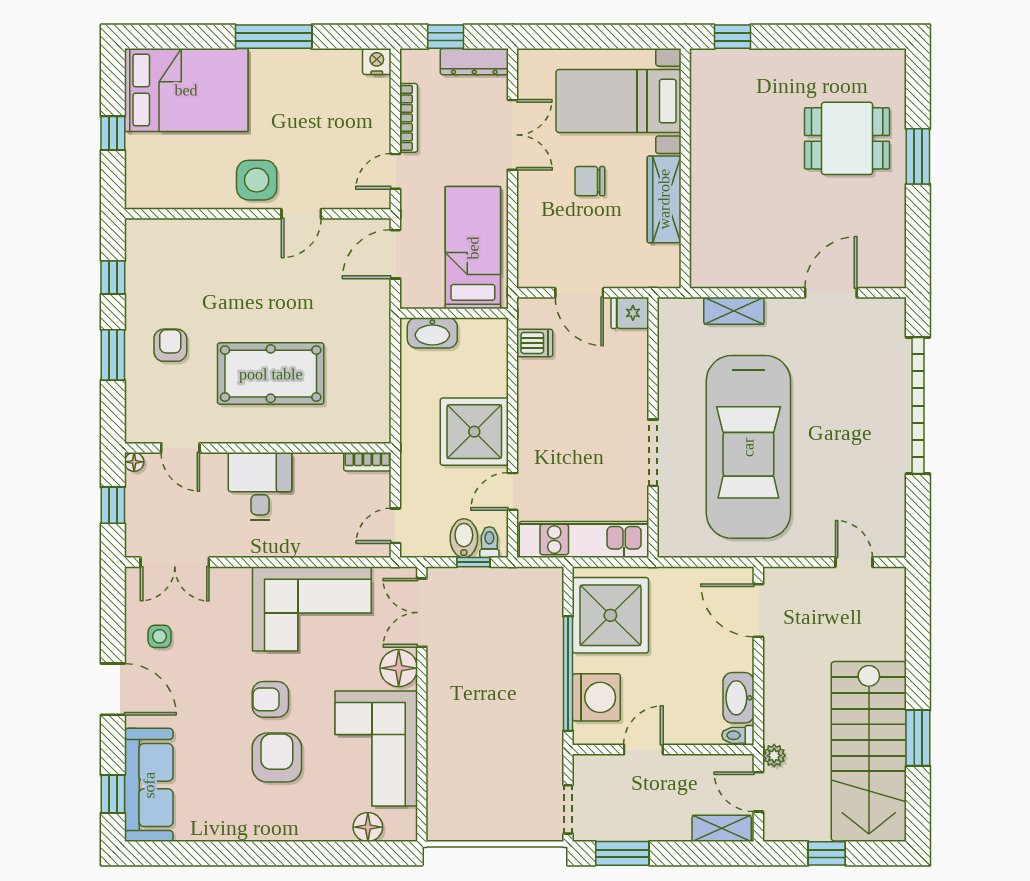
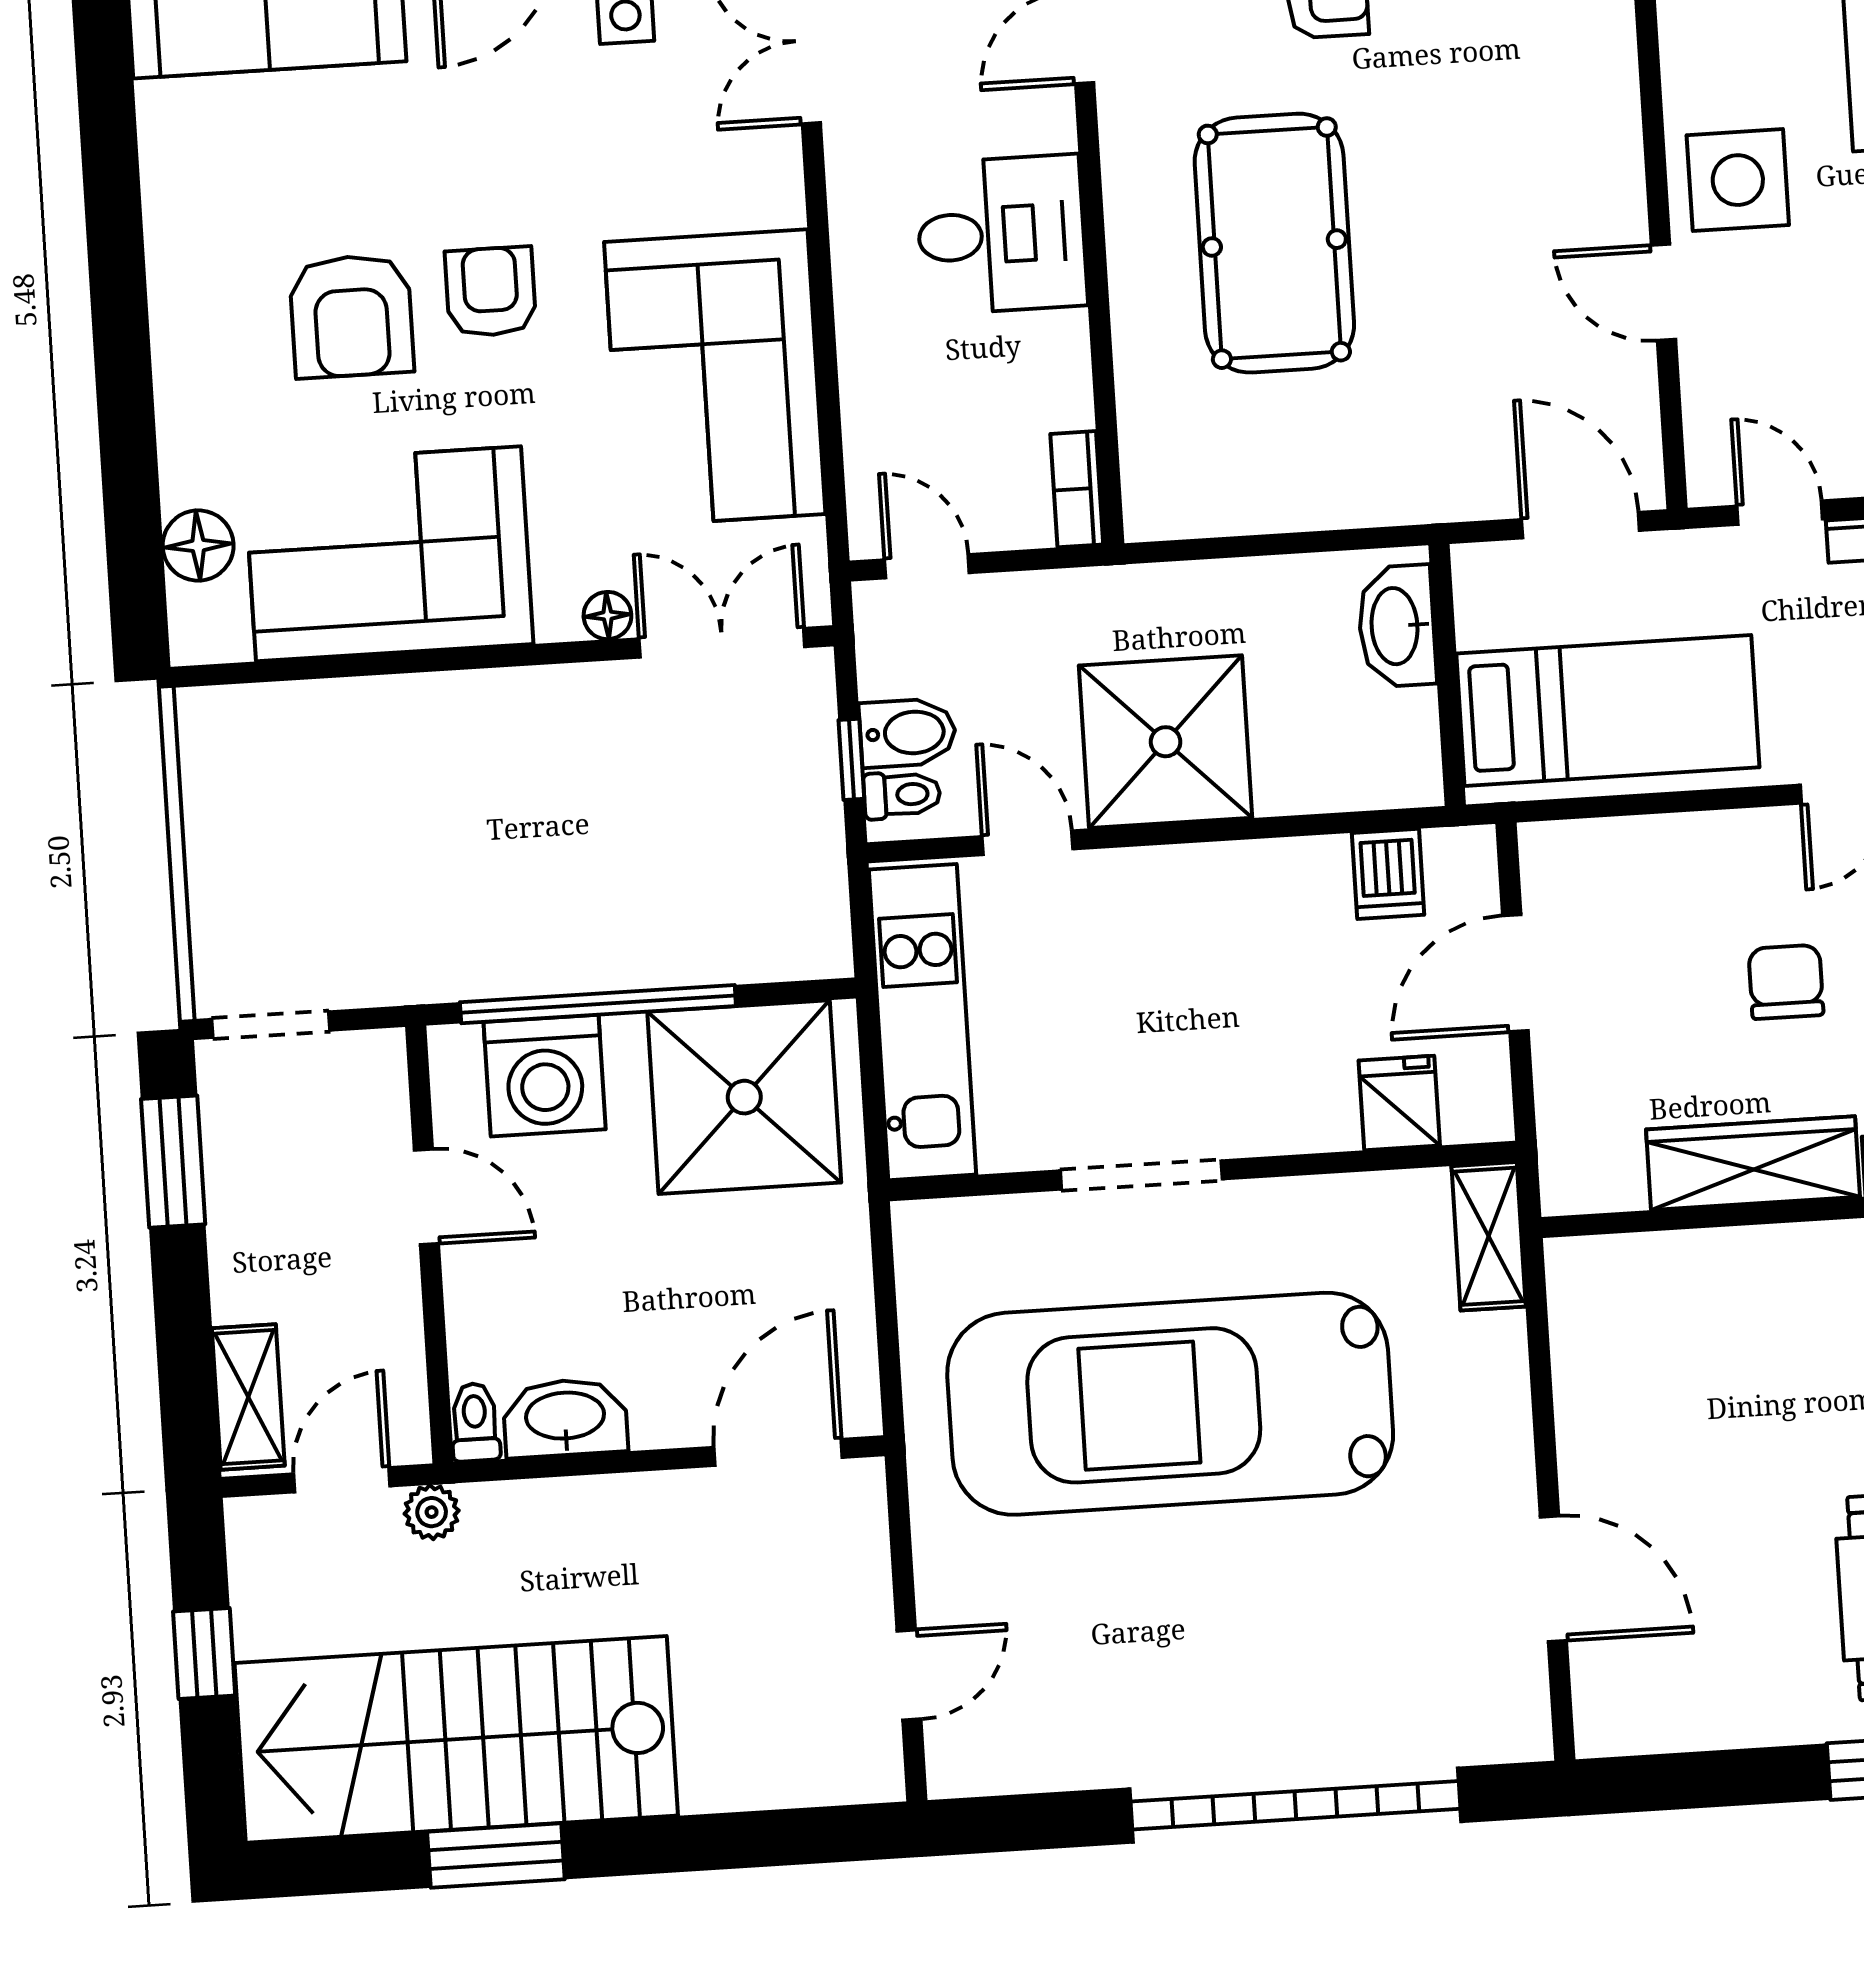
shelving: (734, 311) -> (1489, 1236), moved
fridge: (630, 313) -> (1399, 1103), moved
floor lamp: (399, 668) -> (607, 616), width x0.53, depth x0.53
armchair: (277, 758) -> (351, 316), turned 90

